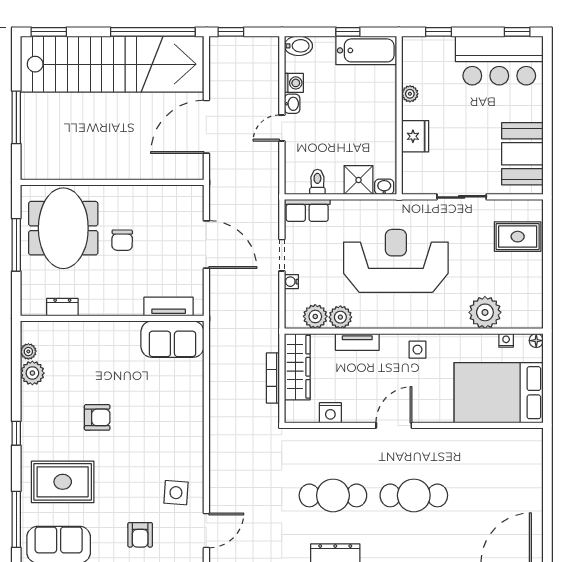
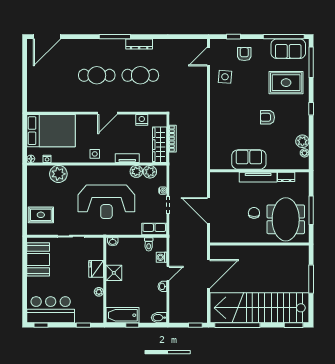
washing machine: (294, 83) -> (161, 257), moved
shower: (359, 180) -> (114, 273), moved
tv unit: (169, 307) -> (258, 177), moved, width x1.41
sofa: (172, 339) -> (249, 160), moved

